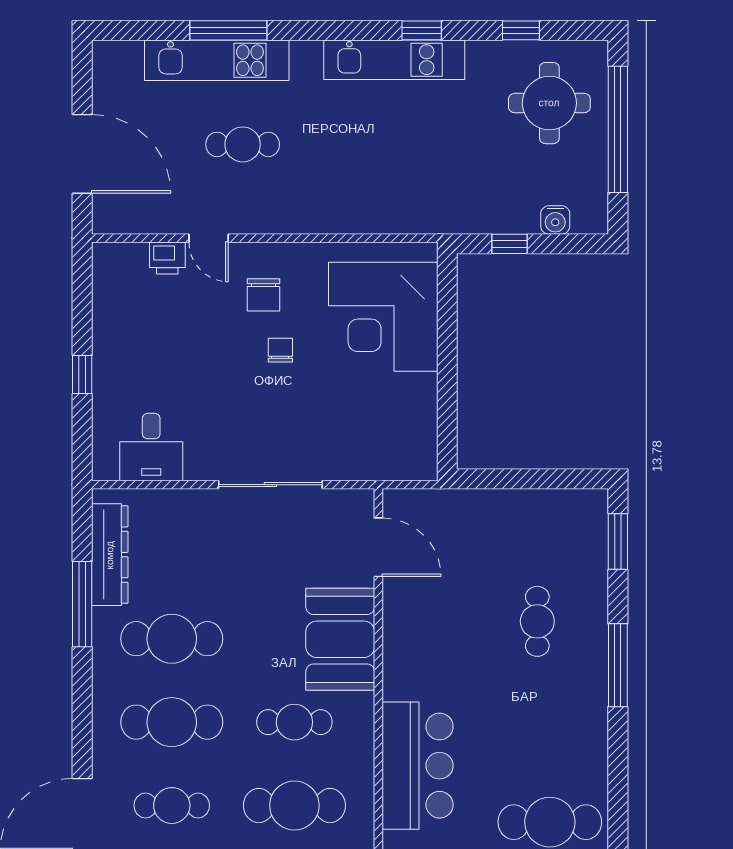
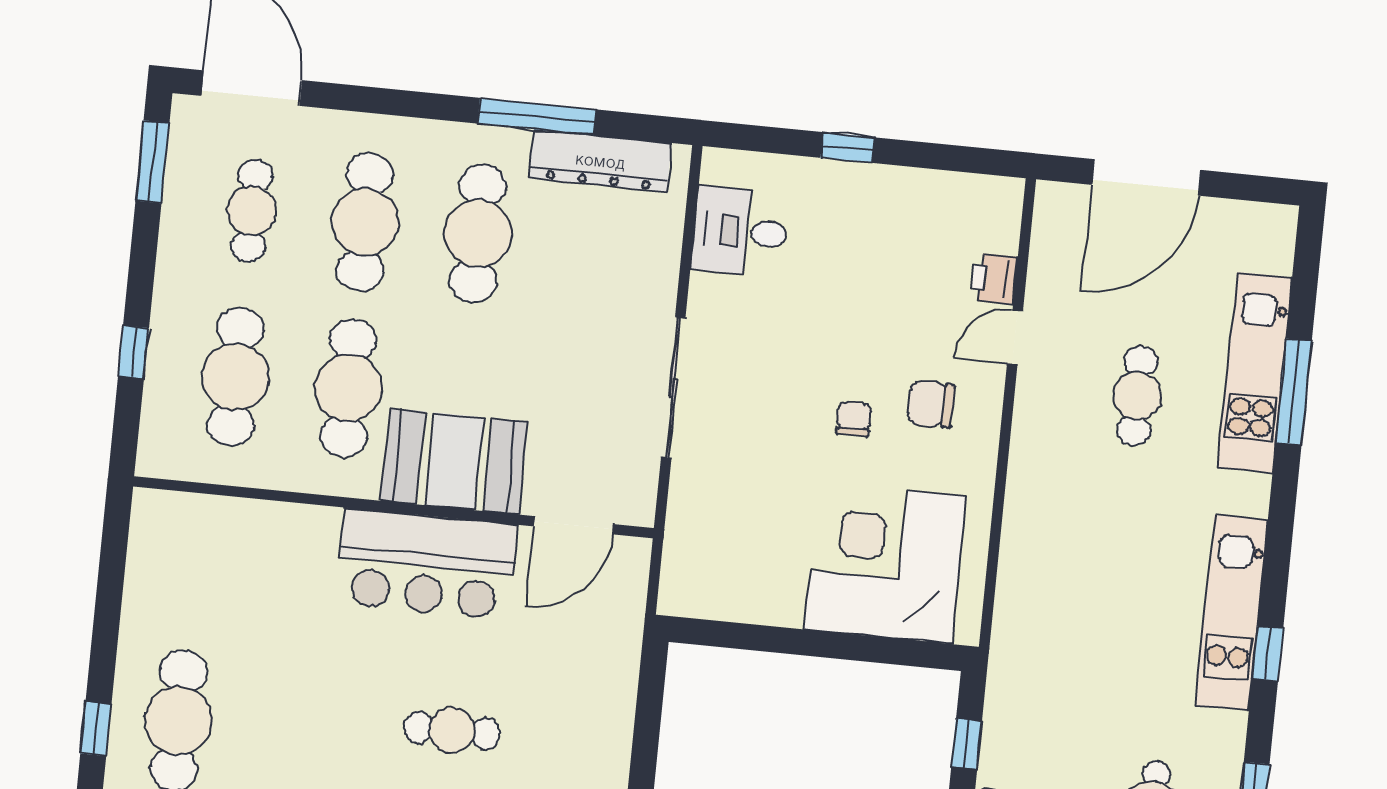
chair: (280, 350) -> (854, 419), turned -90
cafe table: (294, 722) -> (348, 388), width x1.37, depth x1.35
bar counter: (418, 766) -> (426, 564), moved

